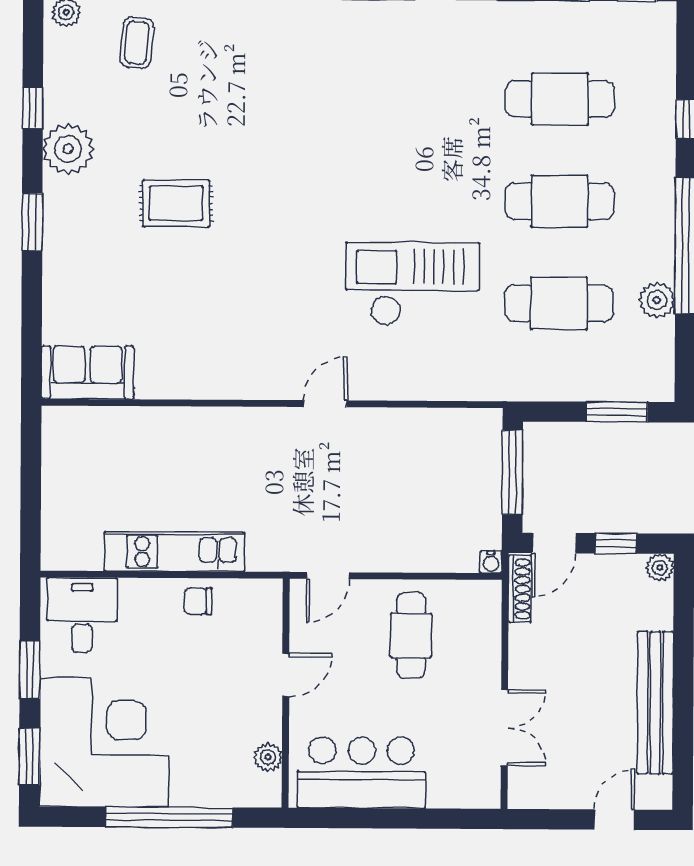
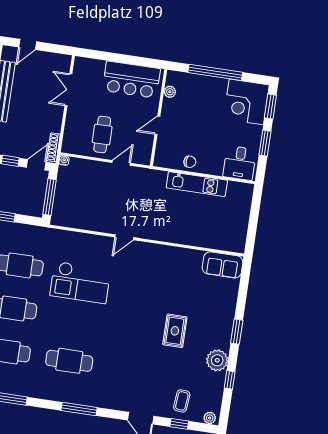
cafe table: (412, 98) -> (69, 361), added
rug: (176, 203) -> (175, 331), turned 90
door: (328, 576) -> (121, 163), moved
corner desk: (104, 742) -> (246, 102), width x0.74, depth x0.74

